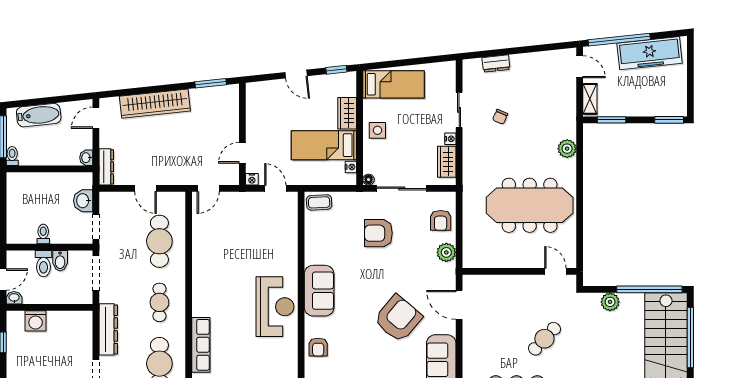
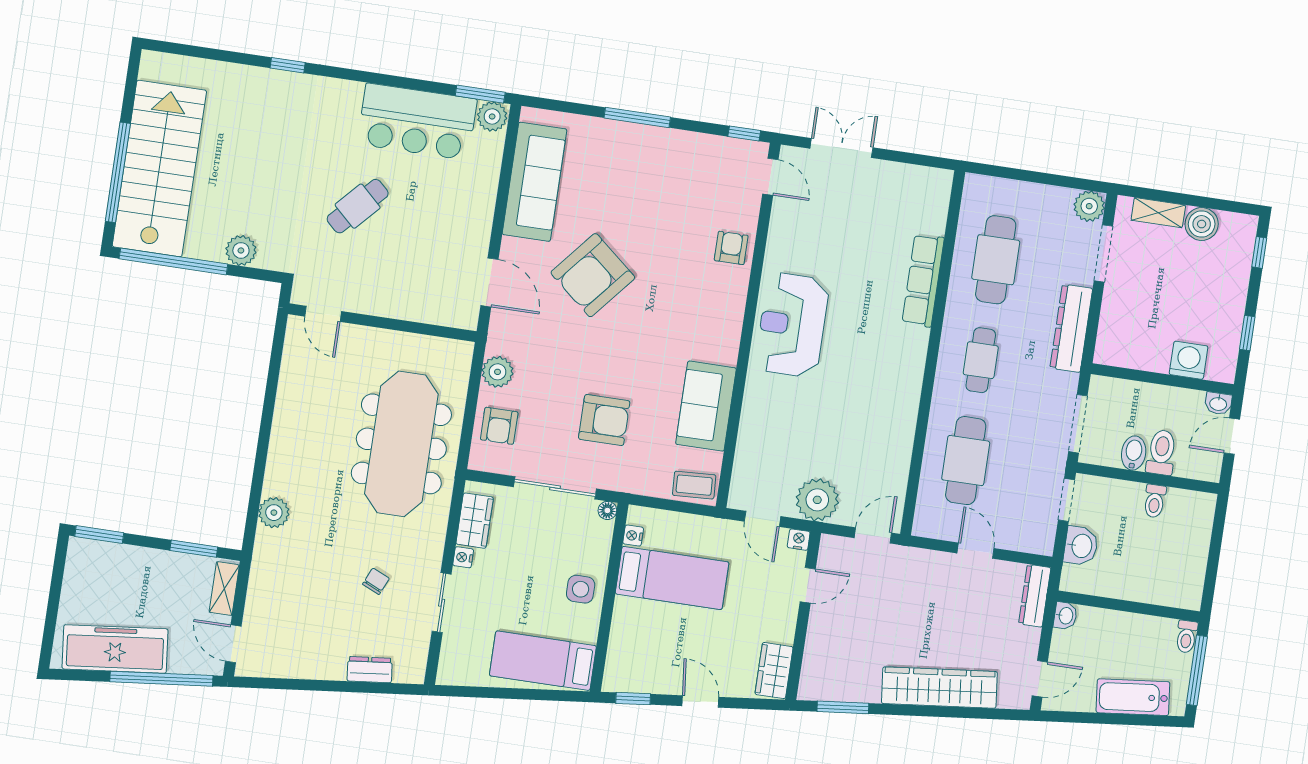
wardrobe: (347, 113) -> (774, 671), moved, turned 180
plant: (244, 205) -> (817, 500), added
meeting table: (530, 205) -> (401, 444), moved, turned 90
armchair: (441, 220) -> (499, 426), turned 180
sofa: (319, 291) -> (706, 406), moved

